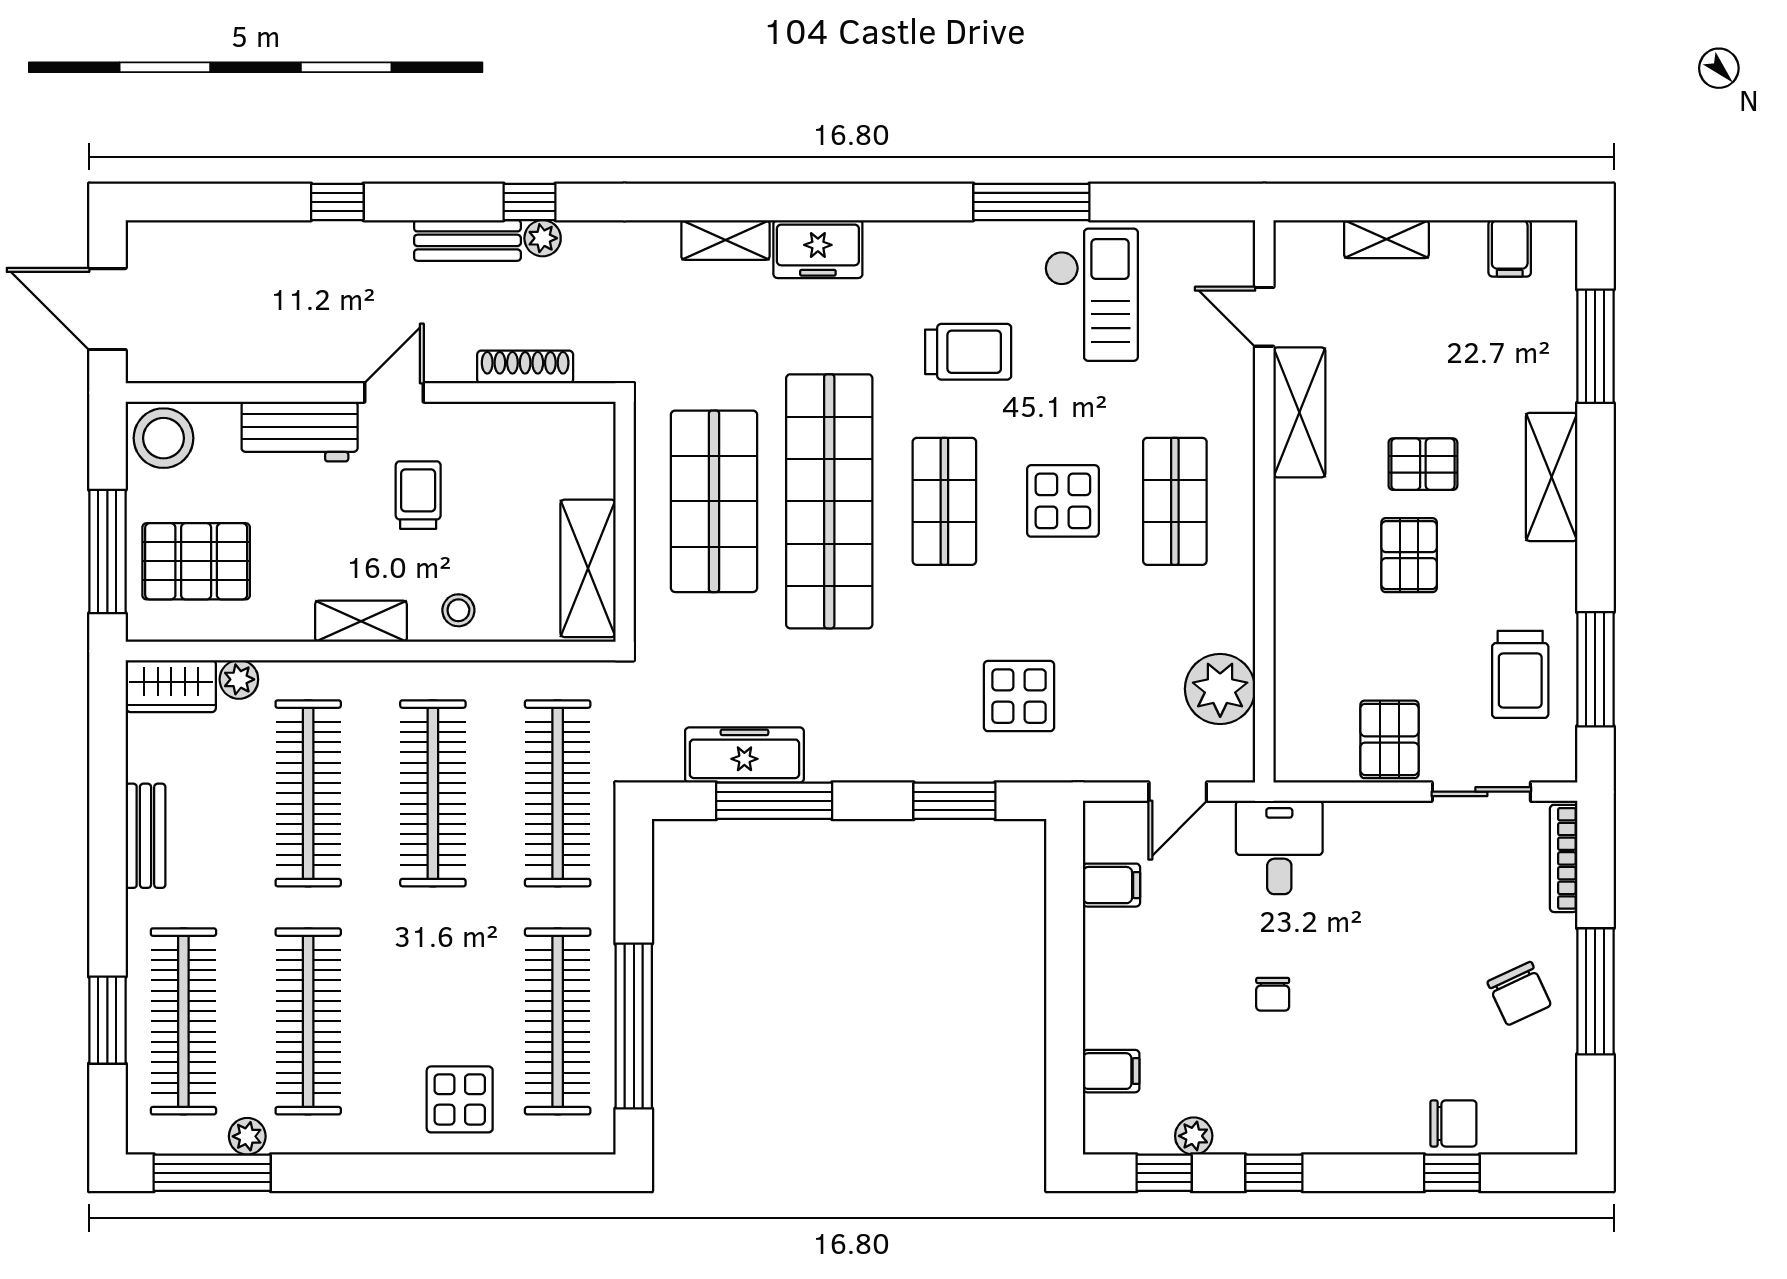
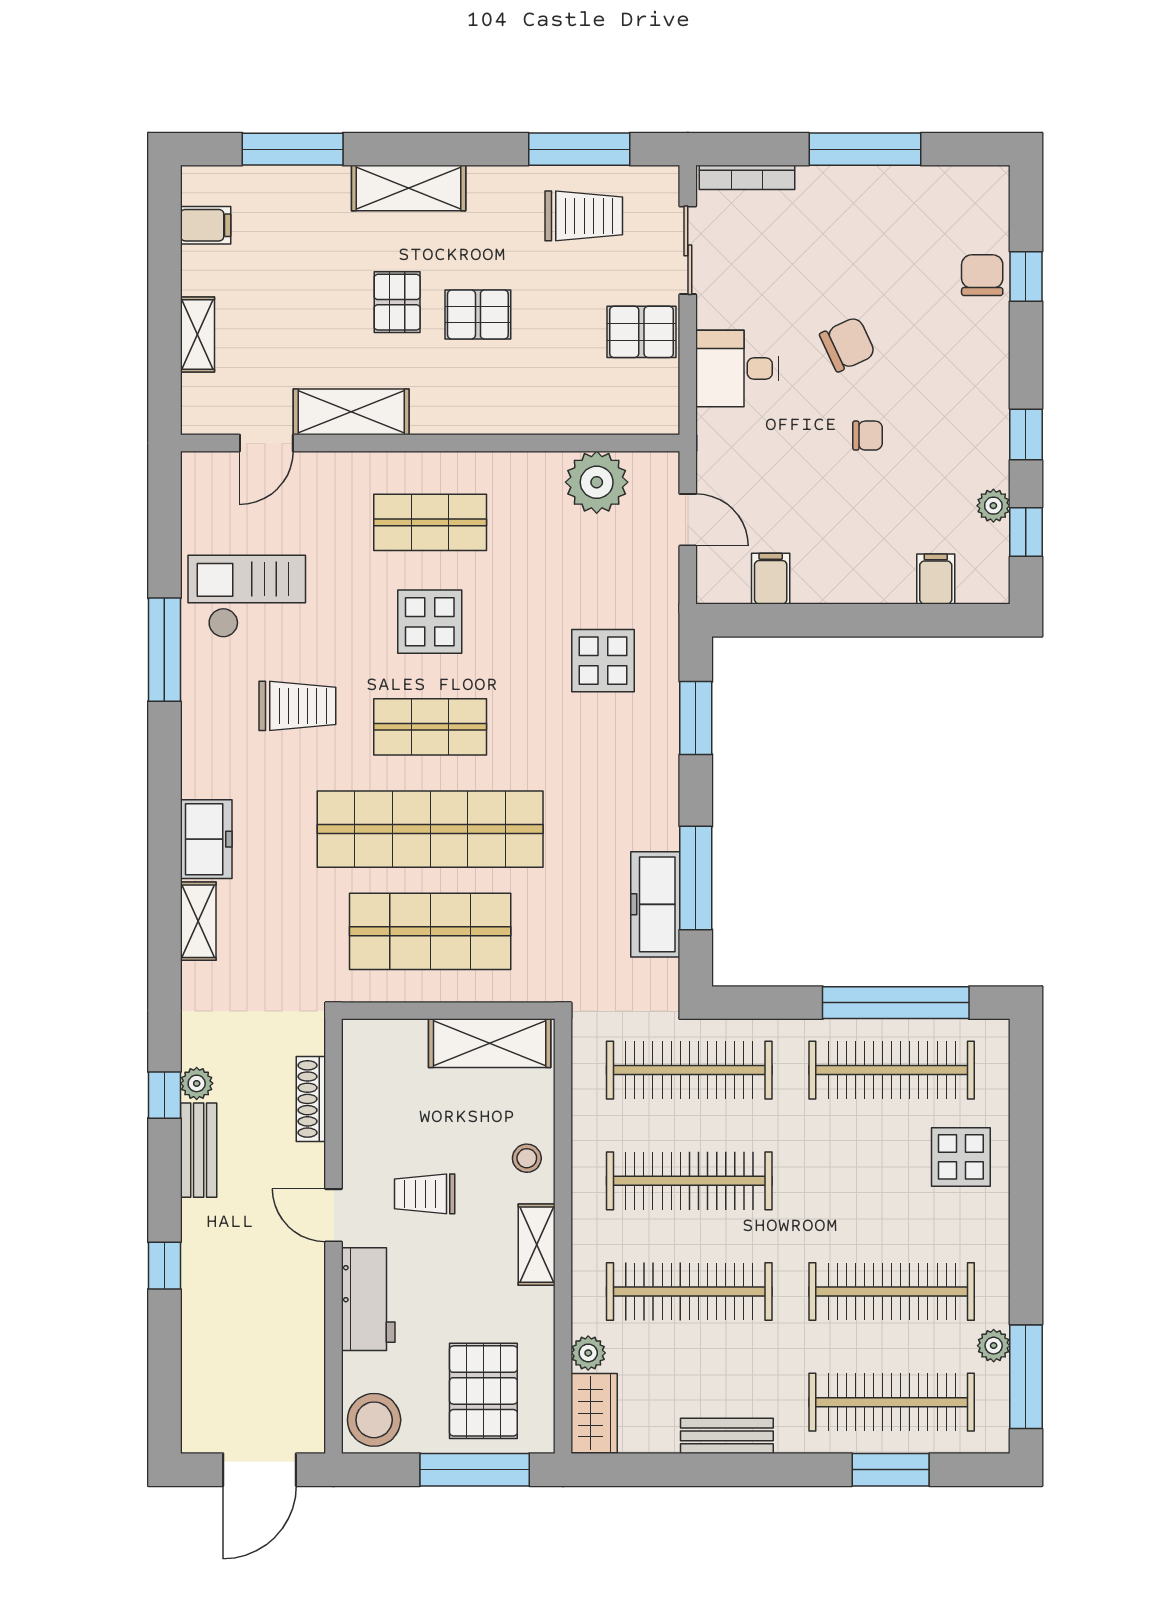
trolley: (968, 352) -> (297, 706), turned 90
desk: (1279, 847) -> (737, 369), moved
chair: (1519, 994) -> (848, 344), moved

